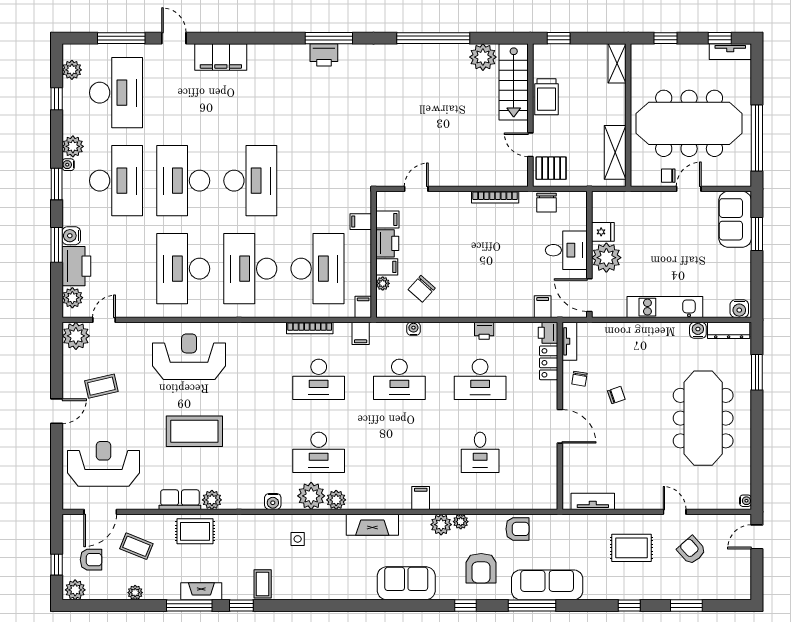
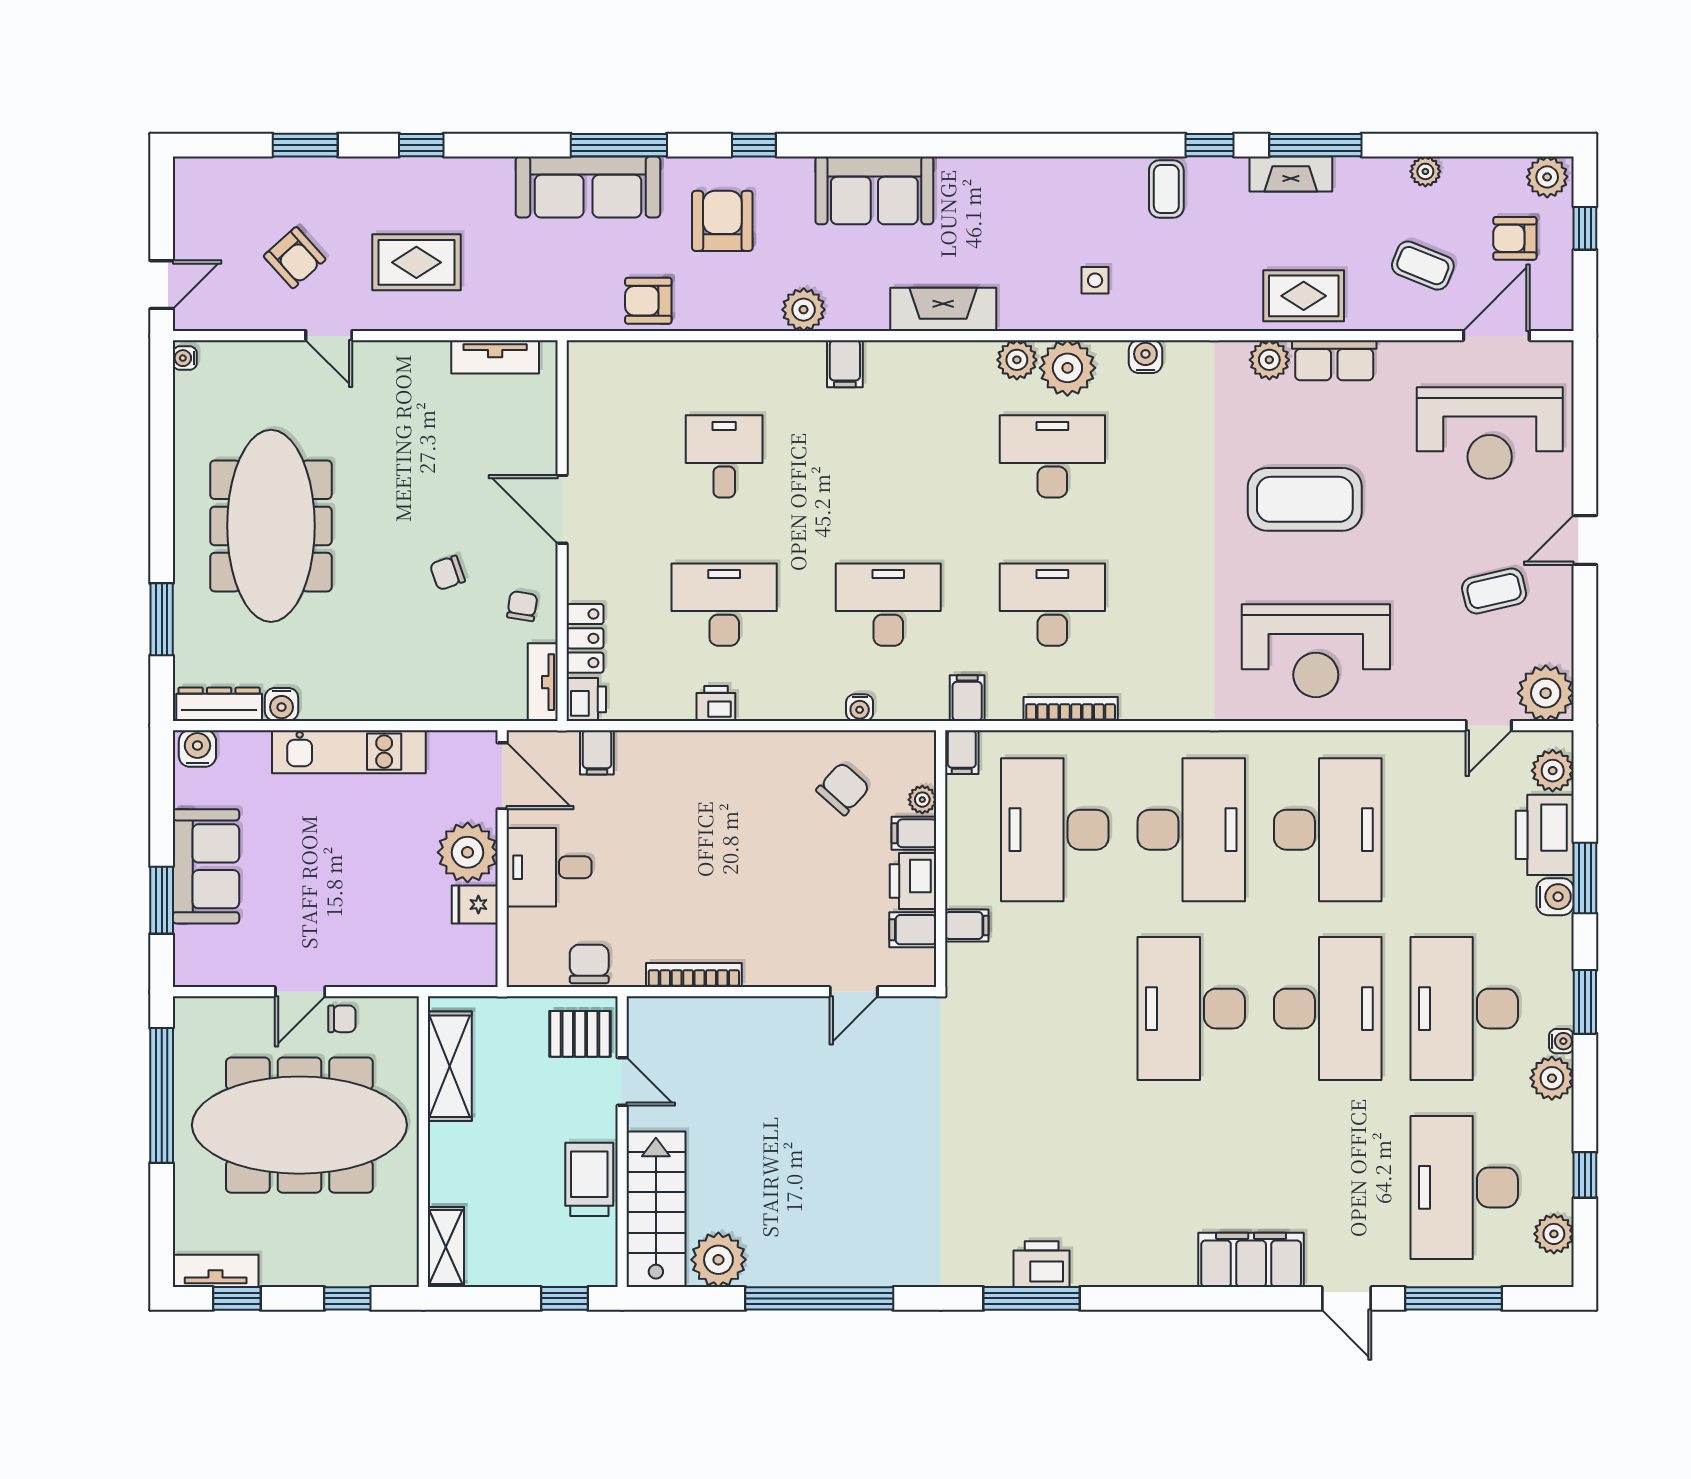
sofa: (735, 219) -> (206, 866), moved
plant: (461, 522) -> (764, 316), removed

